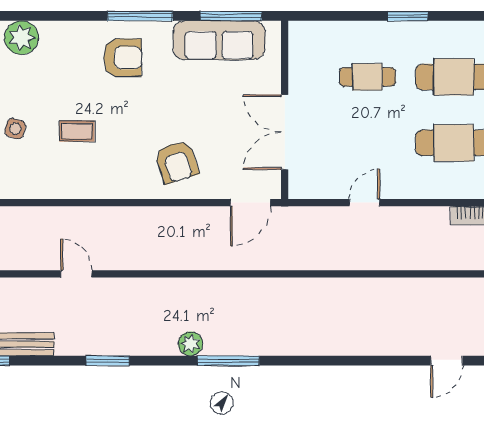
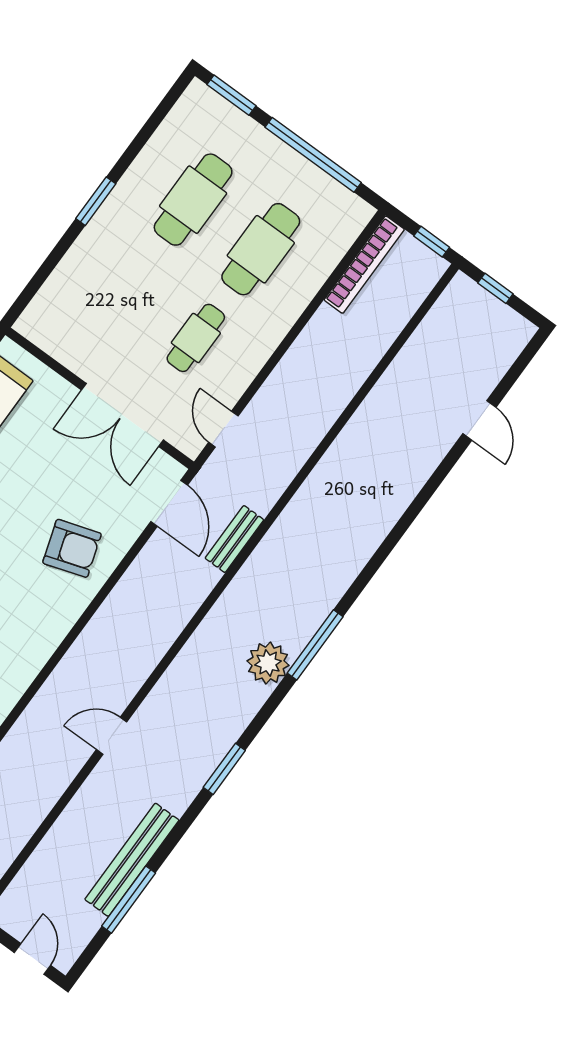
cafe table: (367, 77) -> (196, 338), moved
door: (365, 203) -> (223, 429), moved
bench: (258, 260) -> (234, 539), added
plant: (191, 344) -> (268, 663), width x1.36, depth x1.36

